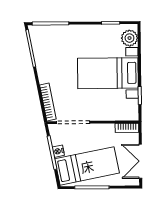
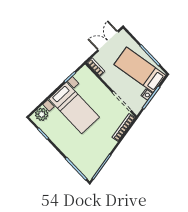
double door: (140, 161) -> (108, 41), swing flipped

